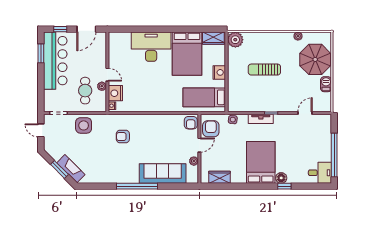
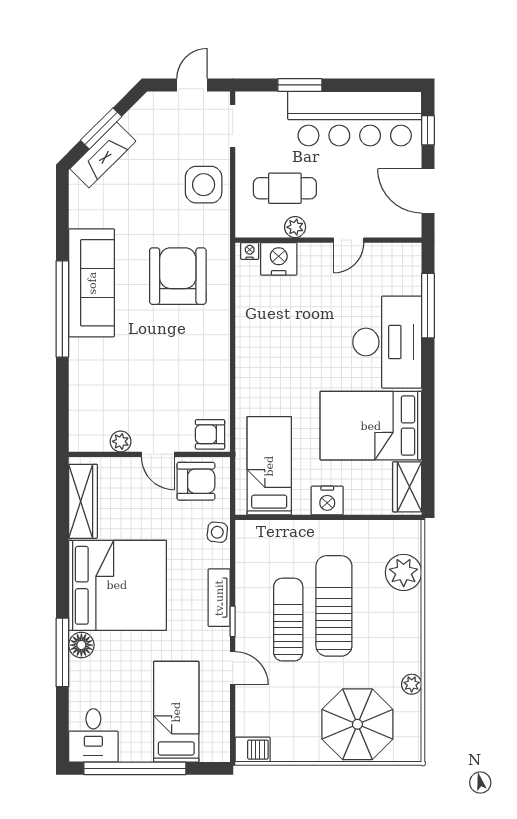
window: (136, 29) -> (428, 306), added
plant: (235, 40) -> (404, 572), moved
window: (41, 53) -> (300, 85), moved
sun lounger: (264, 70) -> (334, 606), width x1.36, depth x1.34
door: (107, 75) -> (349, 240), moved
barbecue: (326, 84) -> (253, 750), moved
sun lounger: (270, 89) -> (288, 620), added
door: (305, 113) -> (233, 668), moved
armchair: (123, 137) -> (178, 276), width x1.88, depth x1.88
bed: (310, 137) -> (176, 712), added
bed: (261, 162) -> (117, 585), width x1.36
sofa: (163, 174) -> (92, 283), moved
wardrobe: (220, 177) -> (83, 501), width x1.50
window: (284, 186) -> (62, 652), width x2.17

